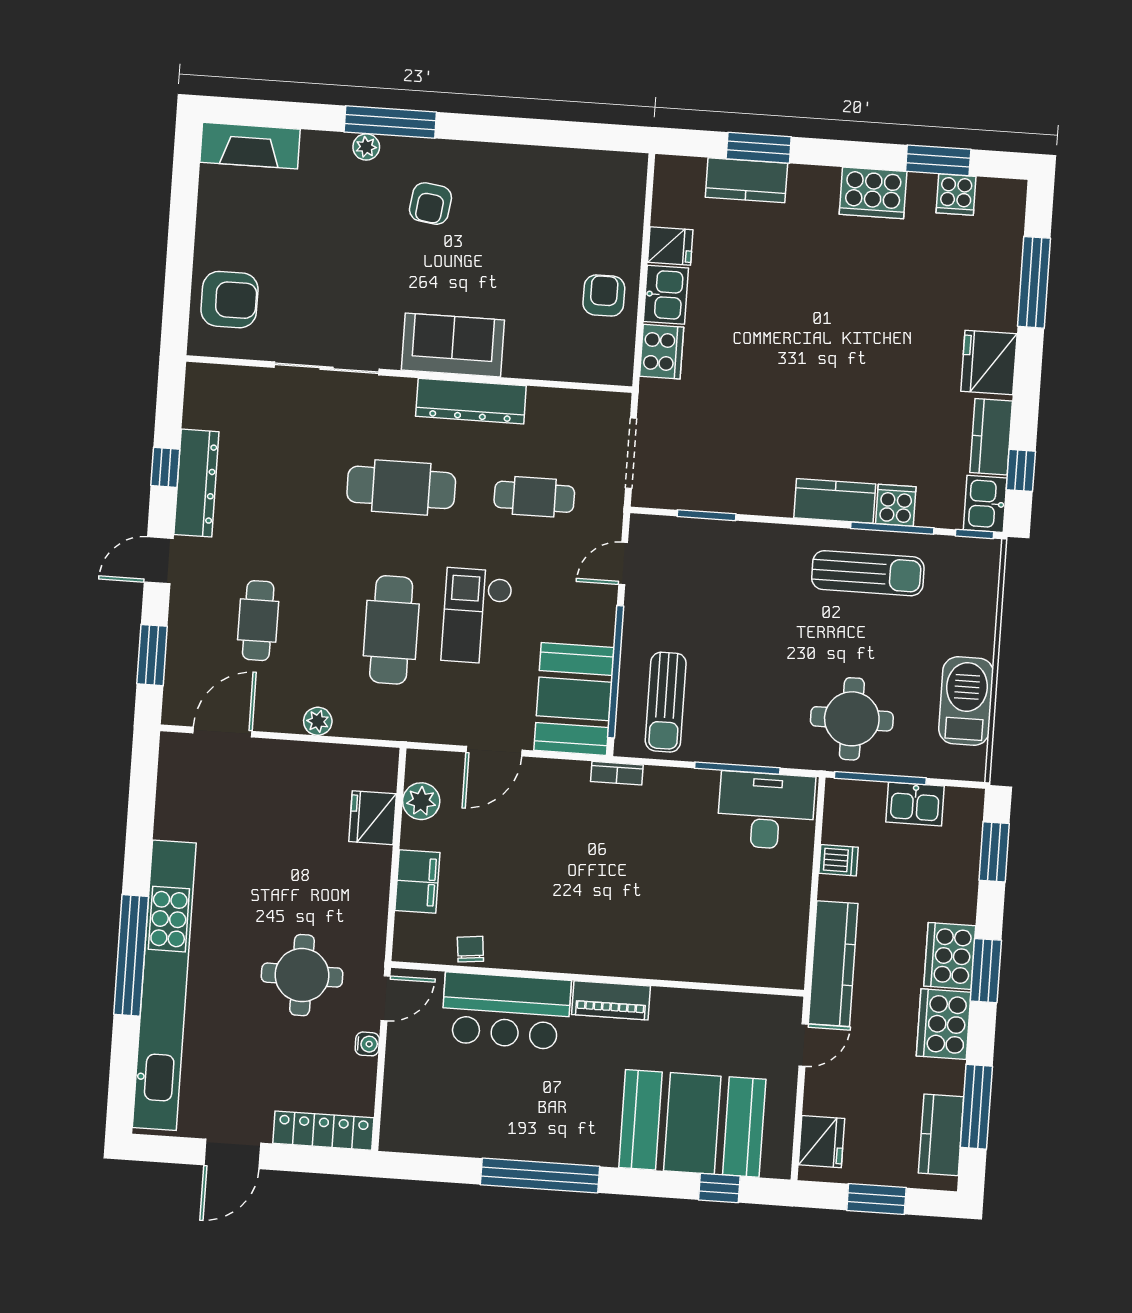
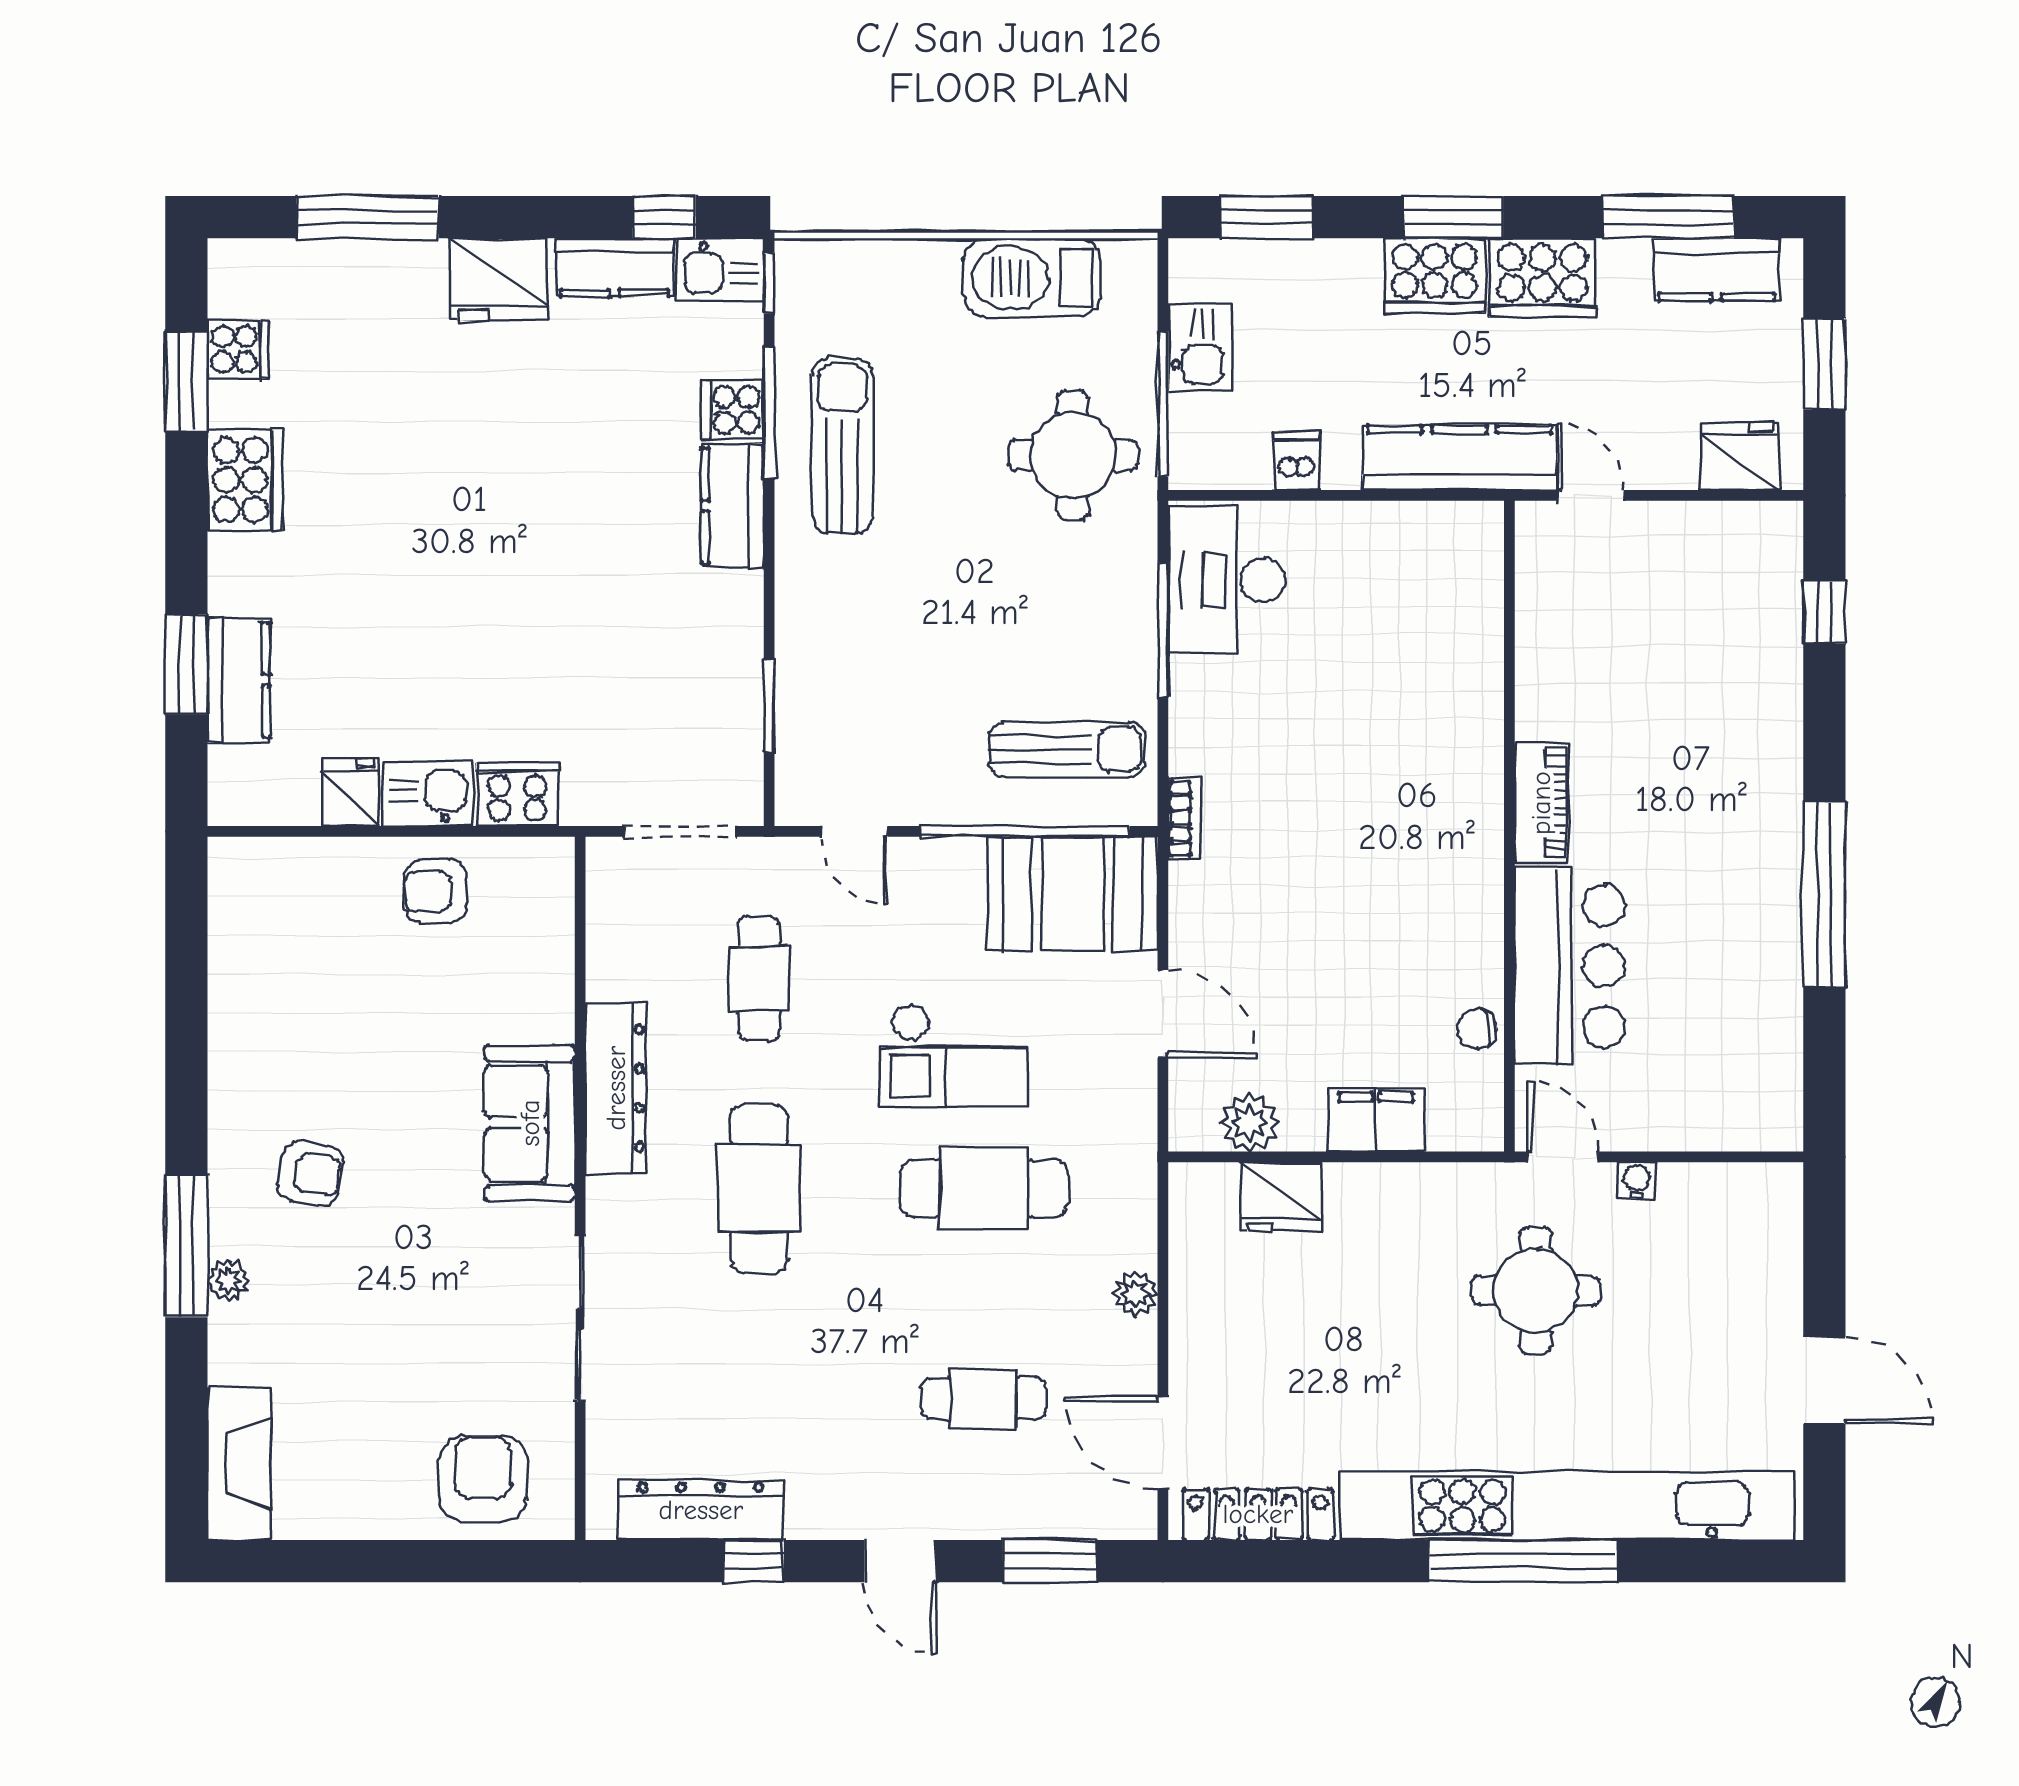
dresser: (196, 483) -> (701, 1510), moved
booth: (692, 1123) -> (1726, 661), removed
locker: (323, 1131) -> (1258, 1514), moved, turned 90

